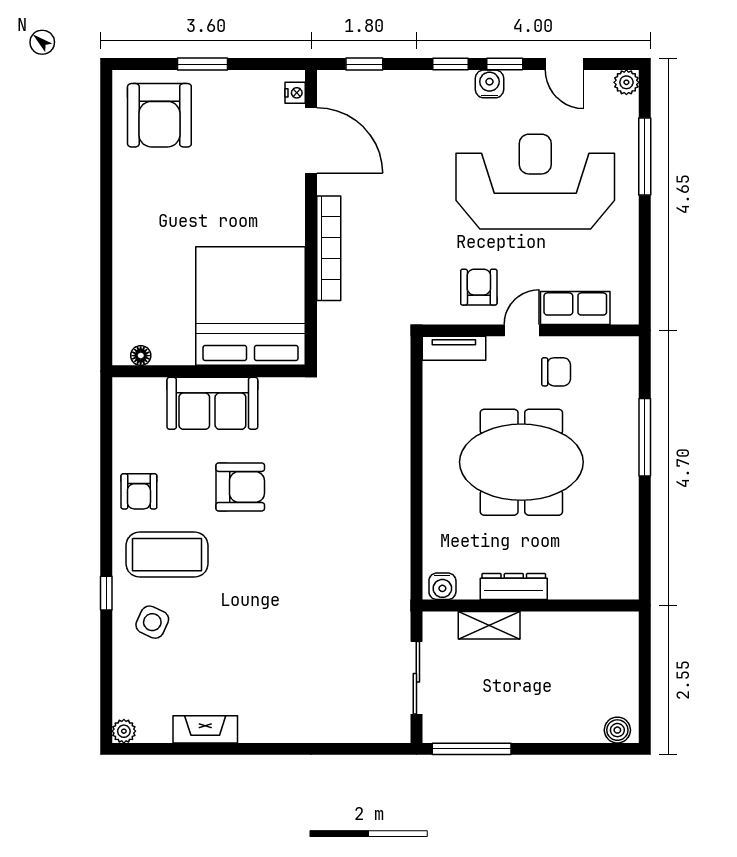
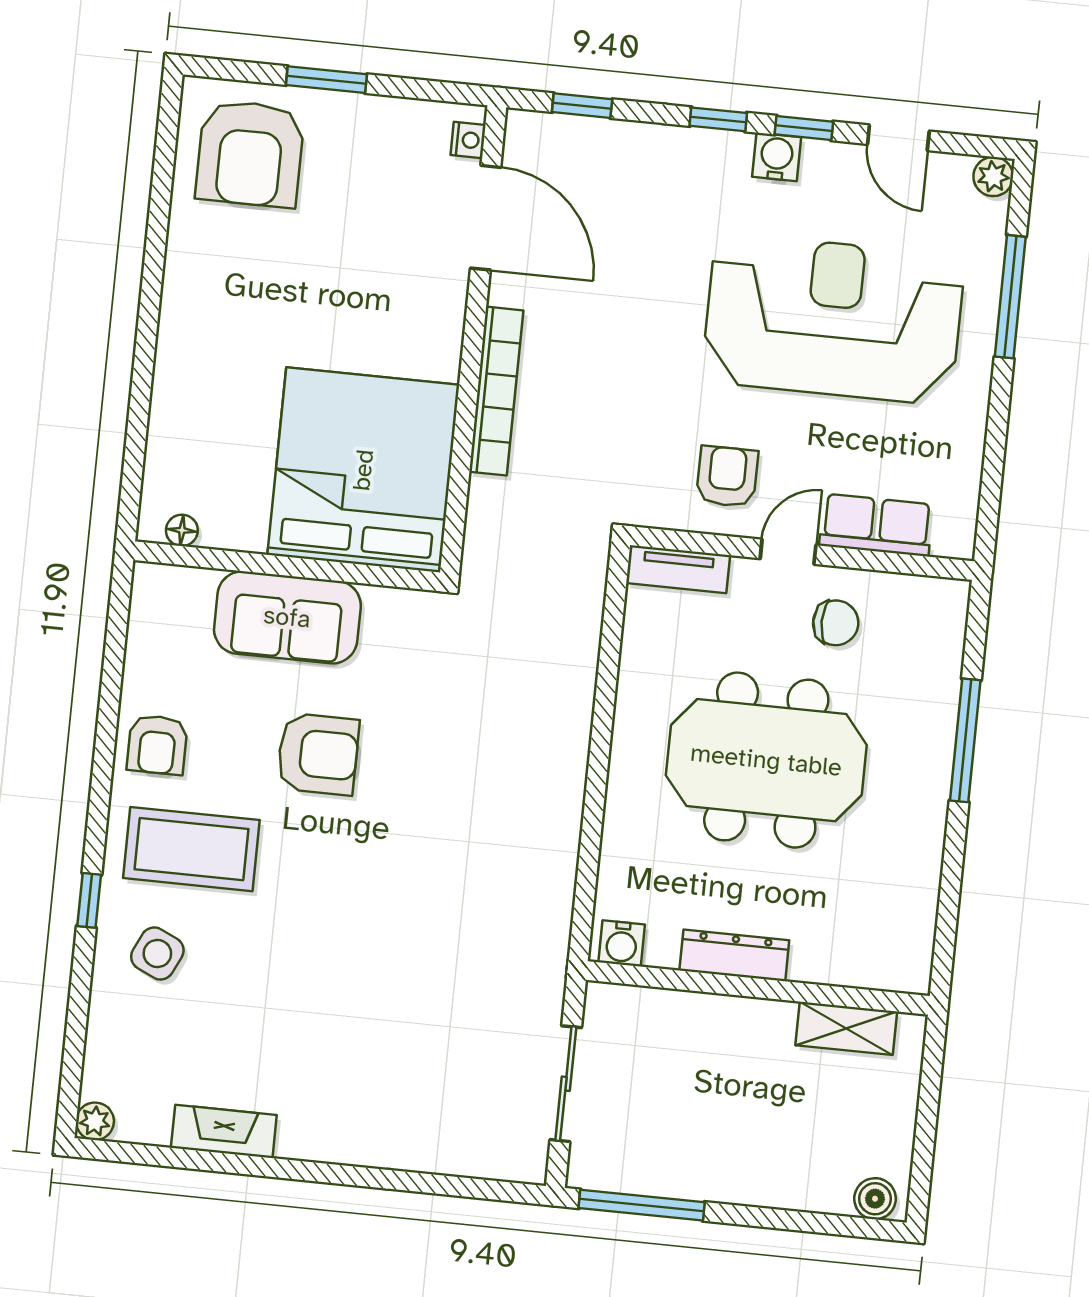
shelving: (489, 625) -> (846, 1028), moved

